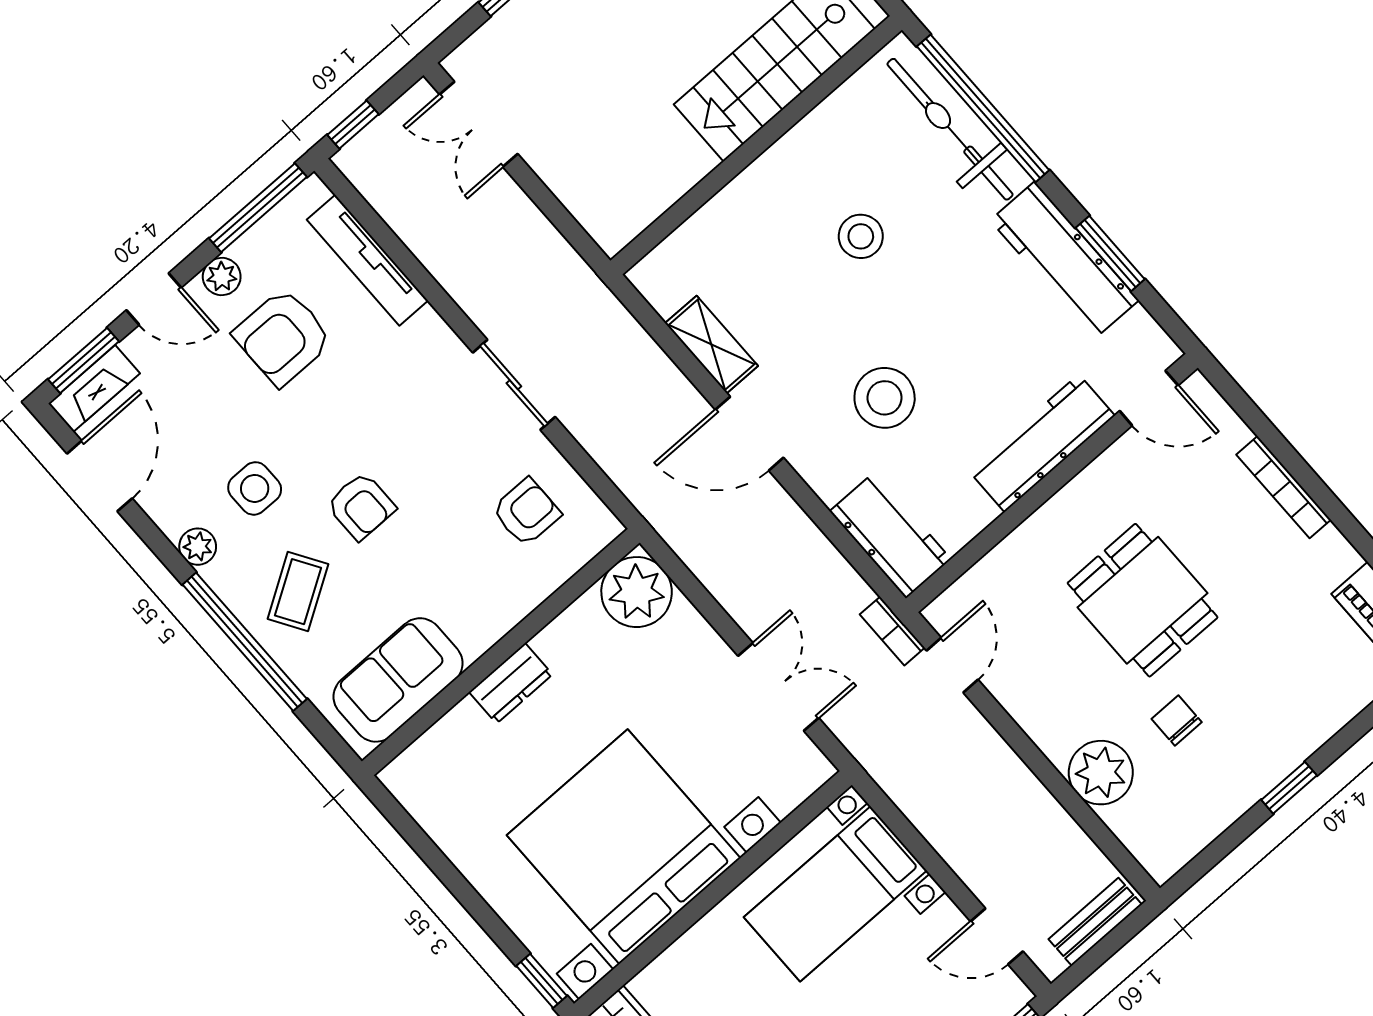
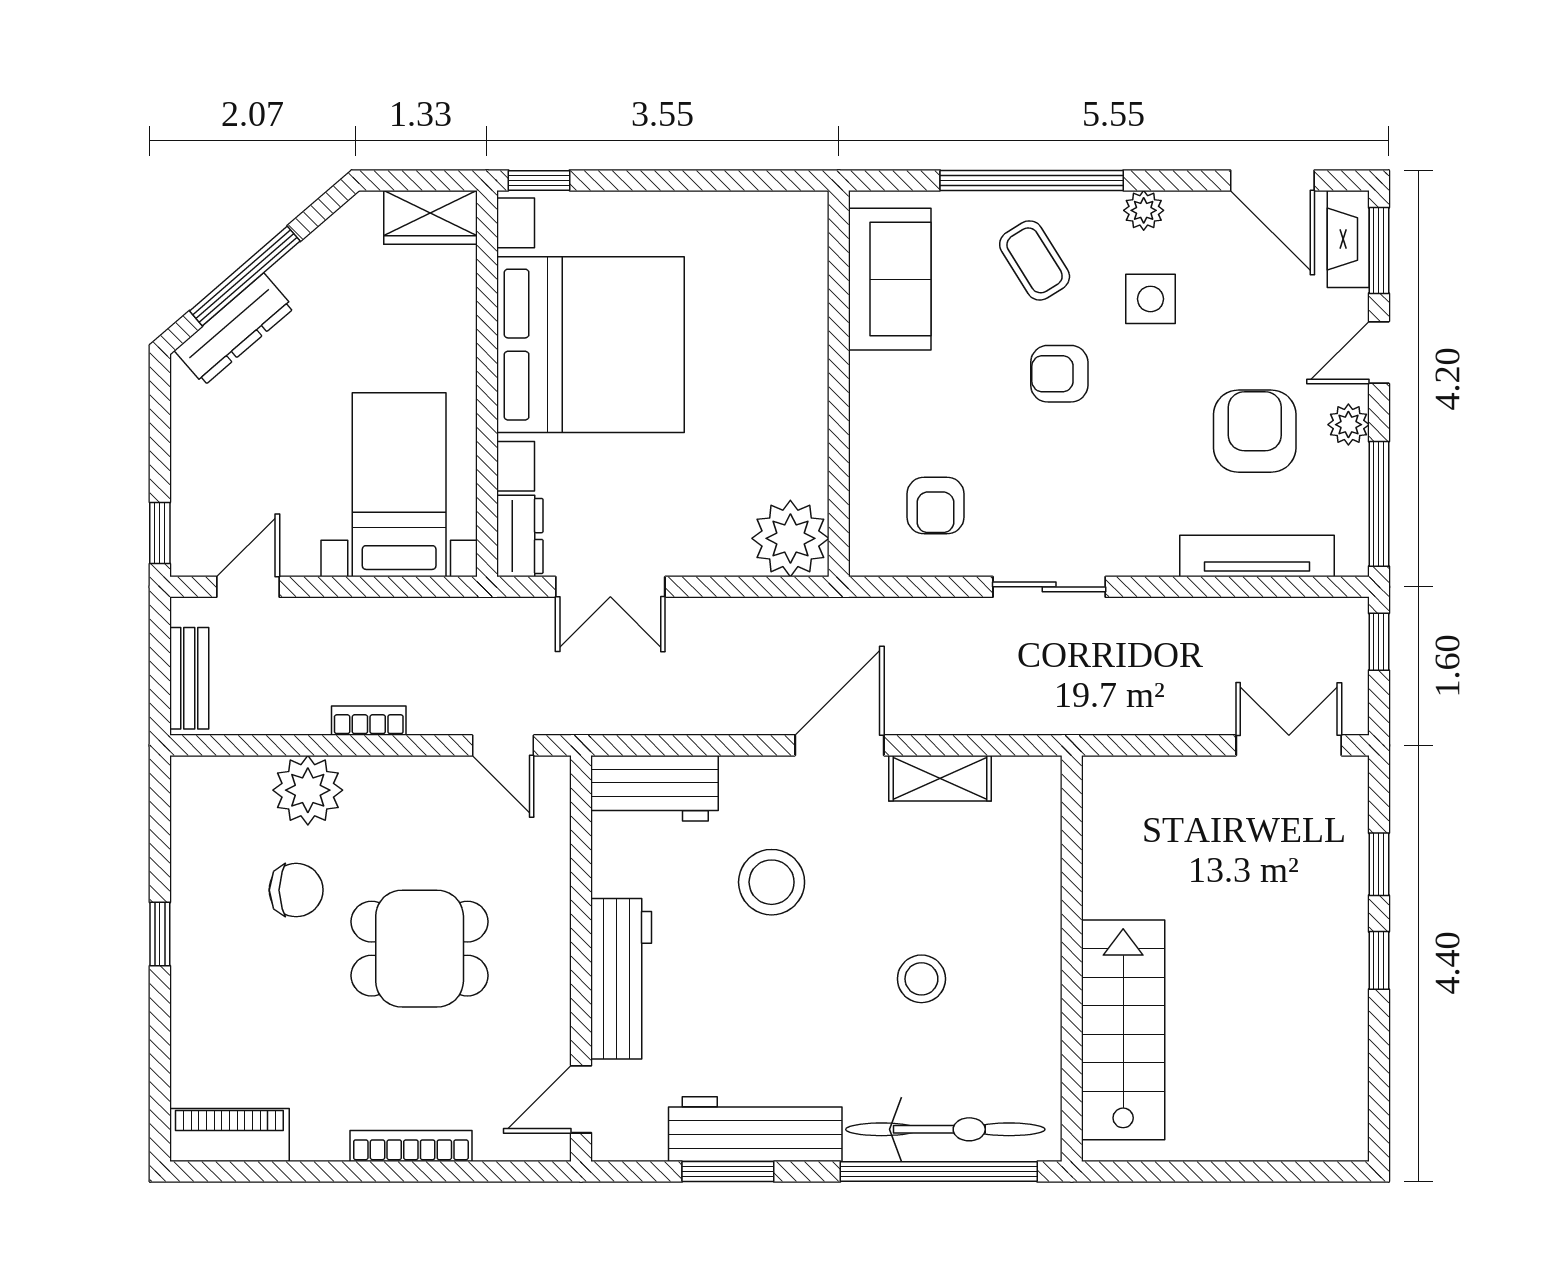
bookcase: (892, 631) -> (369, 721), moved
dresser: (511, 683) -> (520, 536), moved, turned 180
chair: (1177, 721) -> (296, 890), width x1.37, depth x1.37

